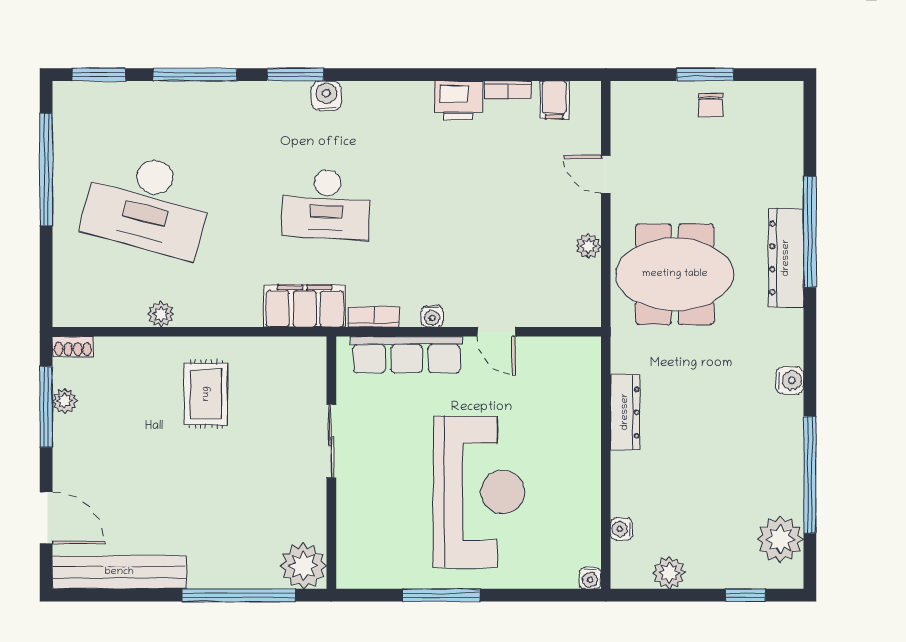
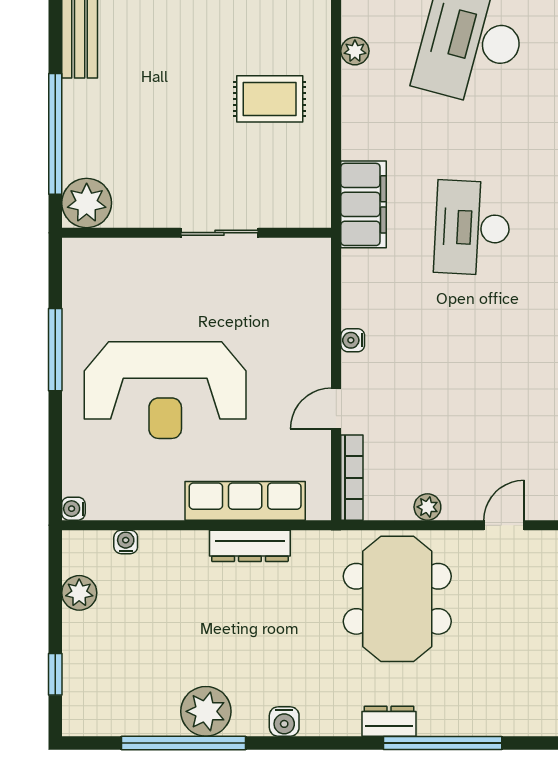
dresser: (786, 258) -> (389, 721), width x0.51, depth x0.80
bookcase: (374, 317) -> (352, 478), moved, width x1.56
row of seats: (407, 355) -> (245, 501), moved, turned 90
plant: (780, 539) -> (206, 711), moved

